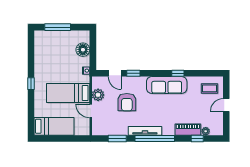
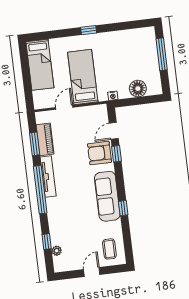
plant: (98, 95) -> (85, 114), removed
armchair: (127, 102) -> (99, 153), moved
door: (226, 105) -> (92, 272), hinge flipped
piano: (188, 130) -> (45, 139), moved

